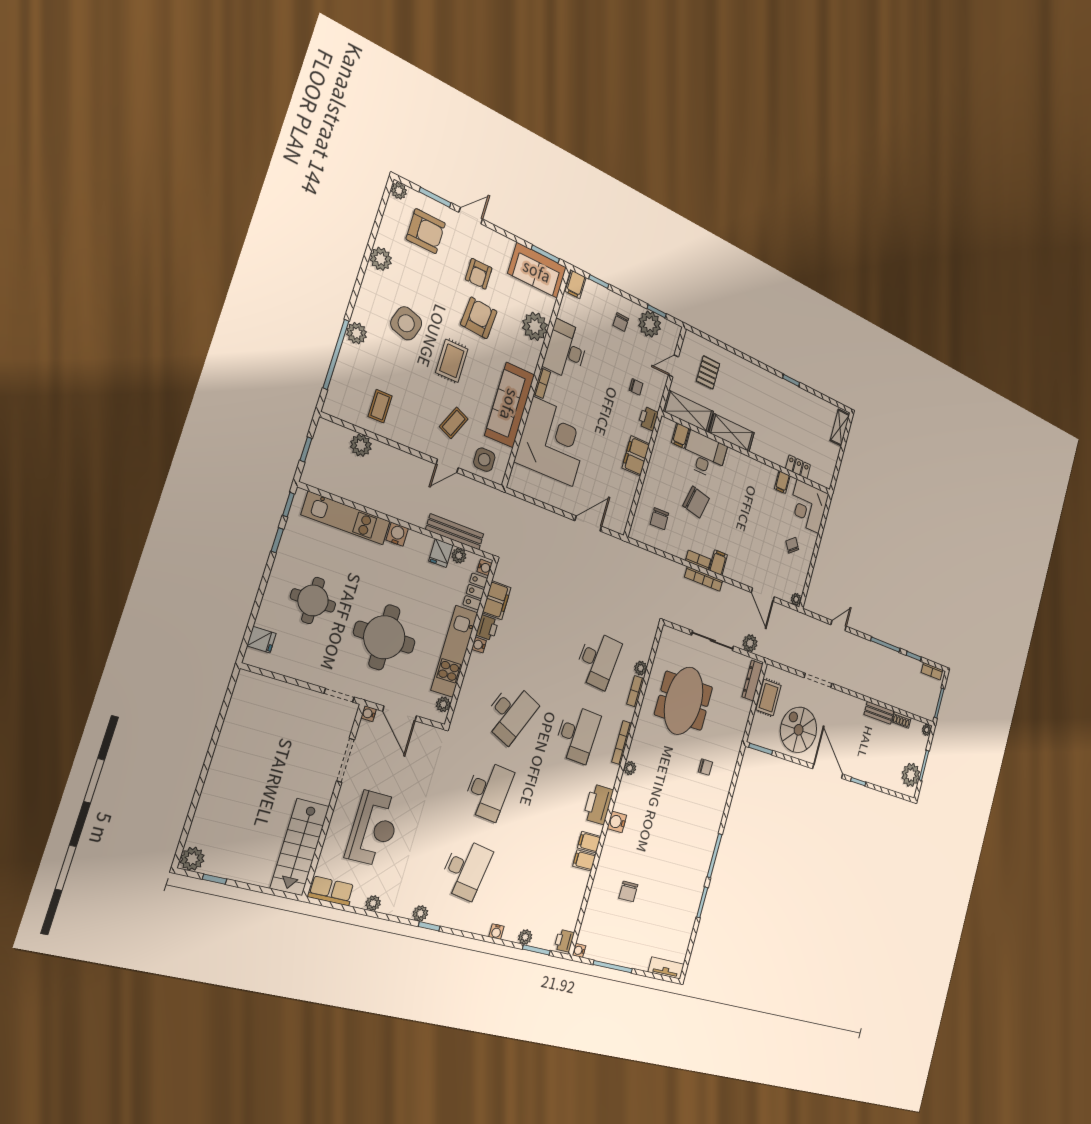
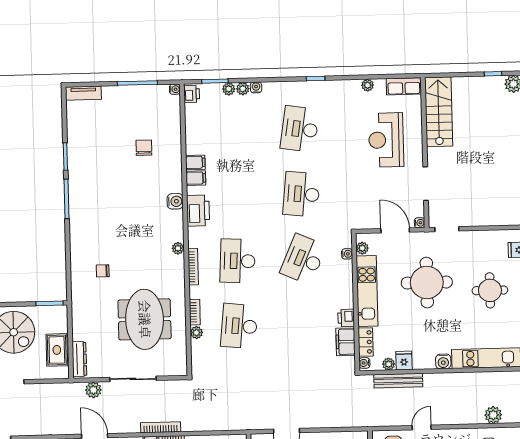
water cooler: (479, 645) -> (347, 254), moved
plant: (420, 913) -> (243, 89), moved

